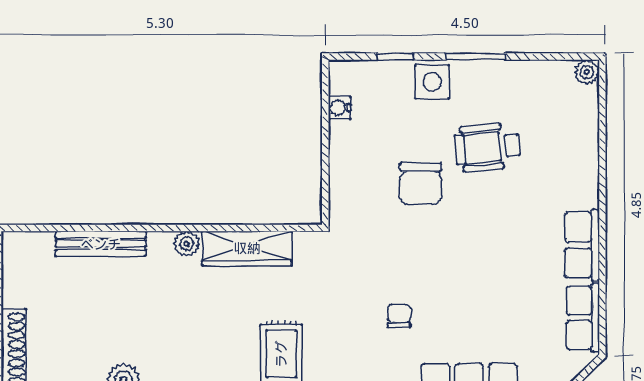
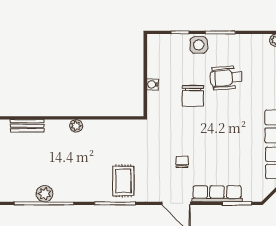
water cooler: (340, 108) -> (152, 84), moved
bench: (101, 244) -> (27, 126), width x0.73
wardrobe: (247, 248) -> (106, 128), removed

